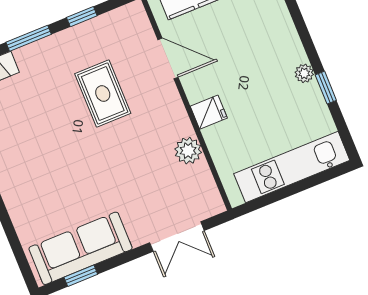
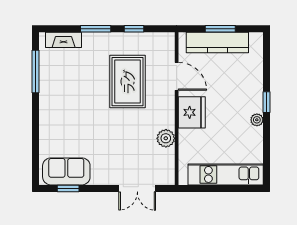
window: (326, 88) -> (267, 102), moved
rug: (103, 94) -> (128, 82), width x1.36, depth x1.43
fridge: (209, 112) -> (192, 112), width x1.88, depth x1.34
sofa: (81, 248) -> (66, 171), width x0.73

